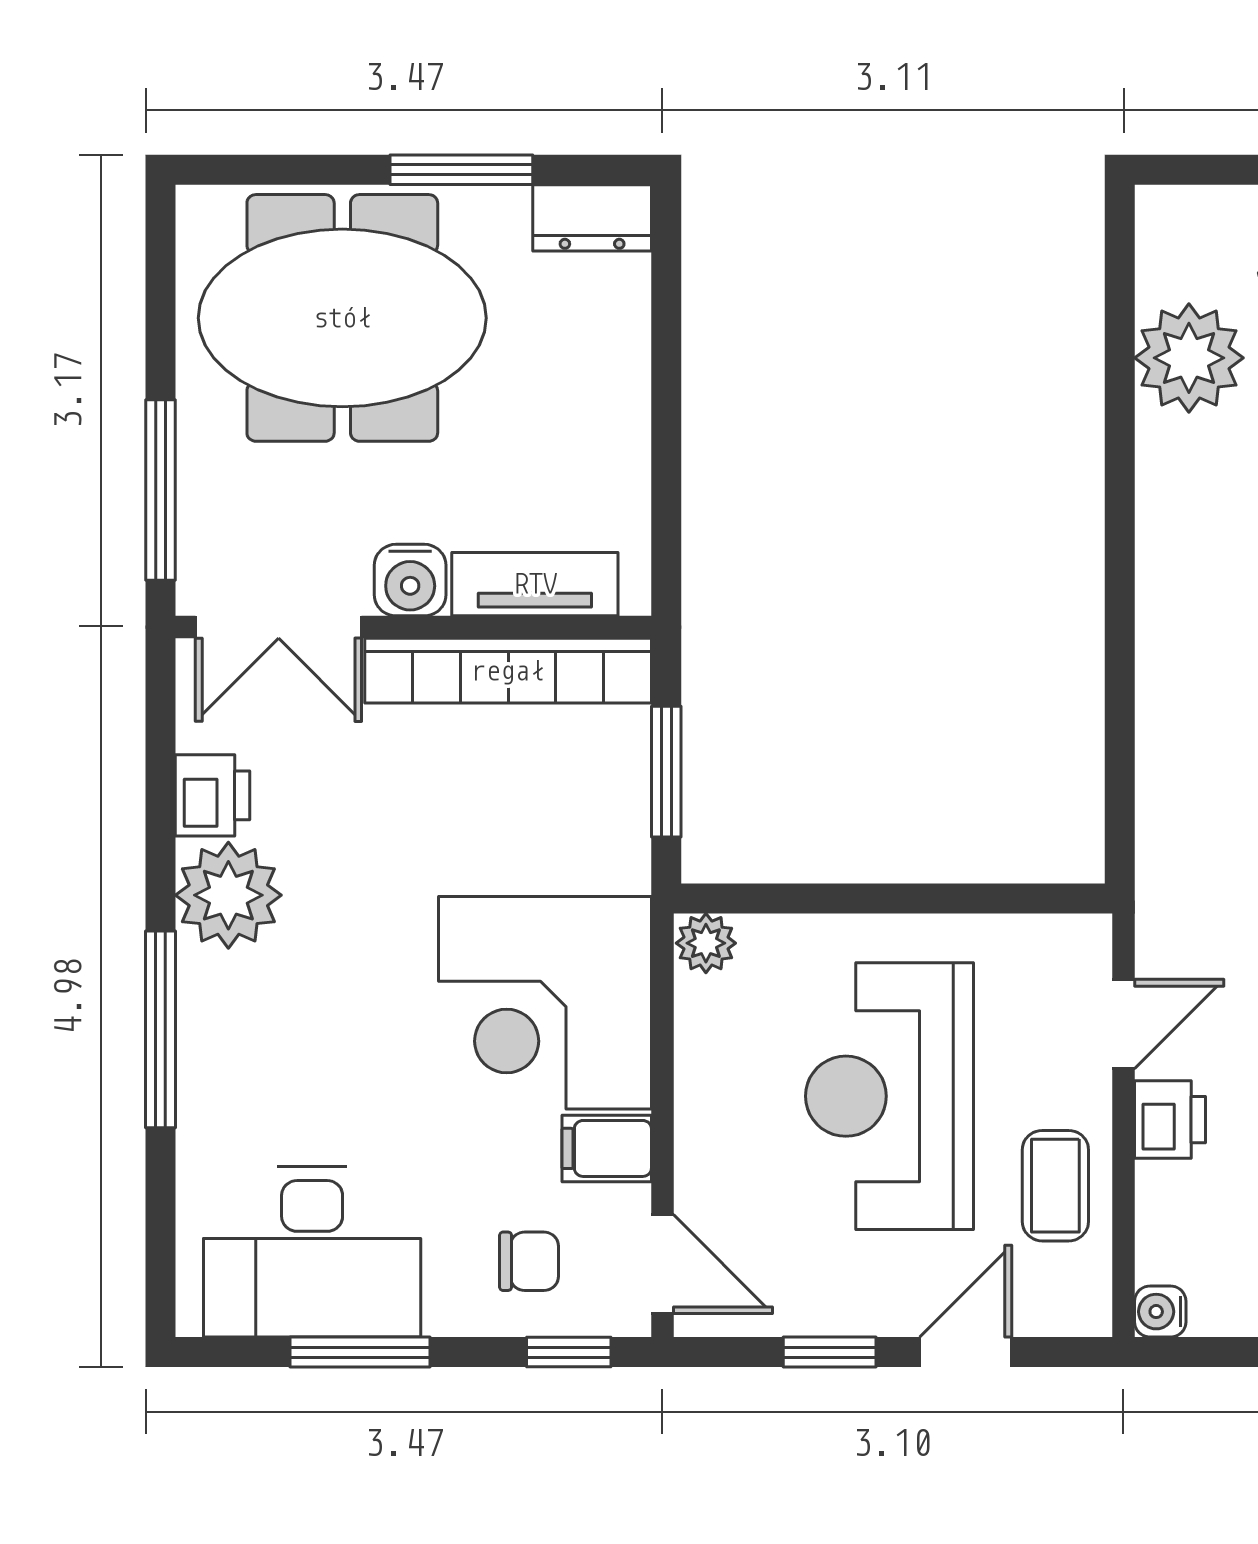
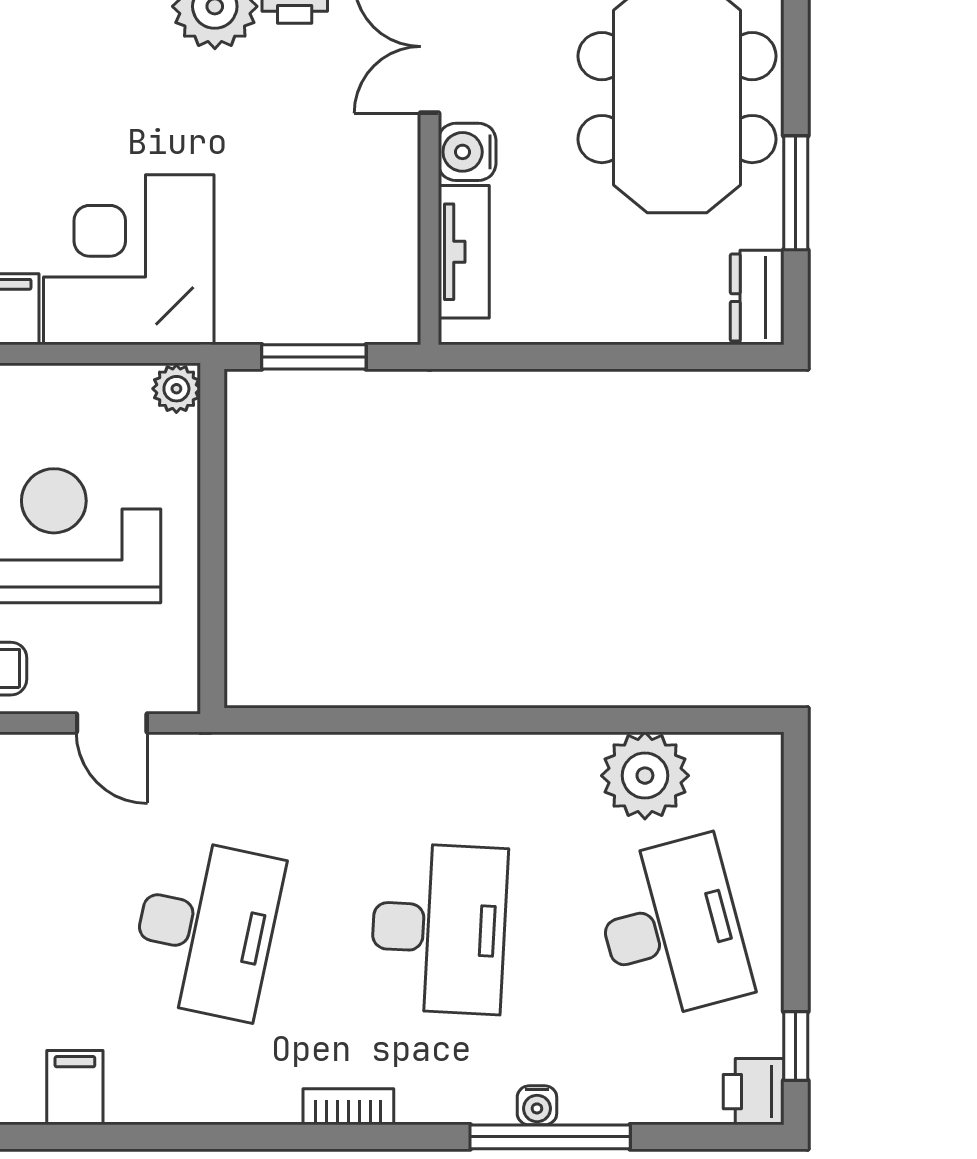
bookcase: (508, 671) -> (395, 230), removed
printer: (1170, 1120) -> (35, 760), removed

